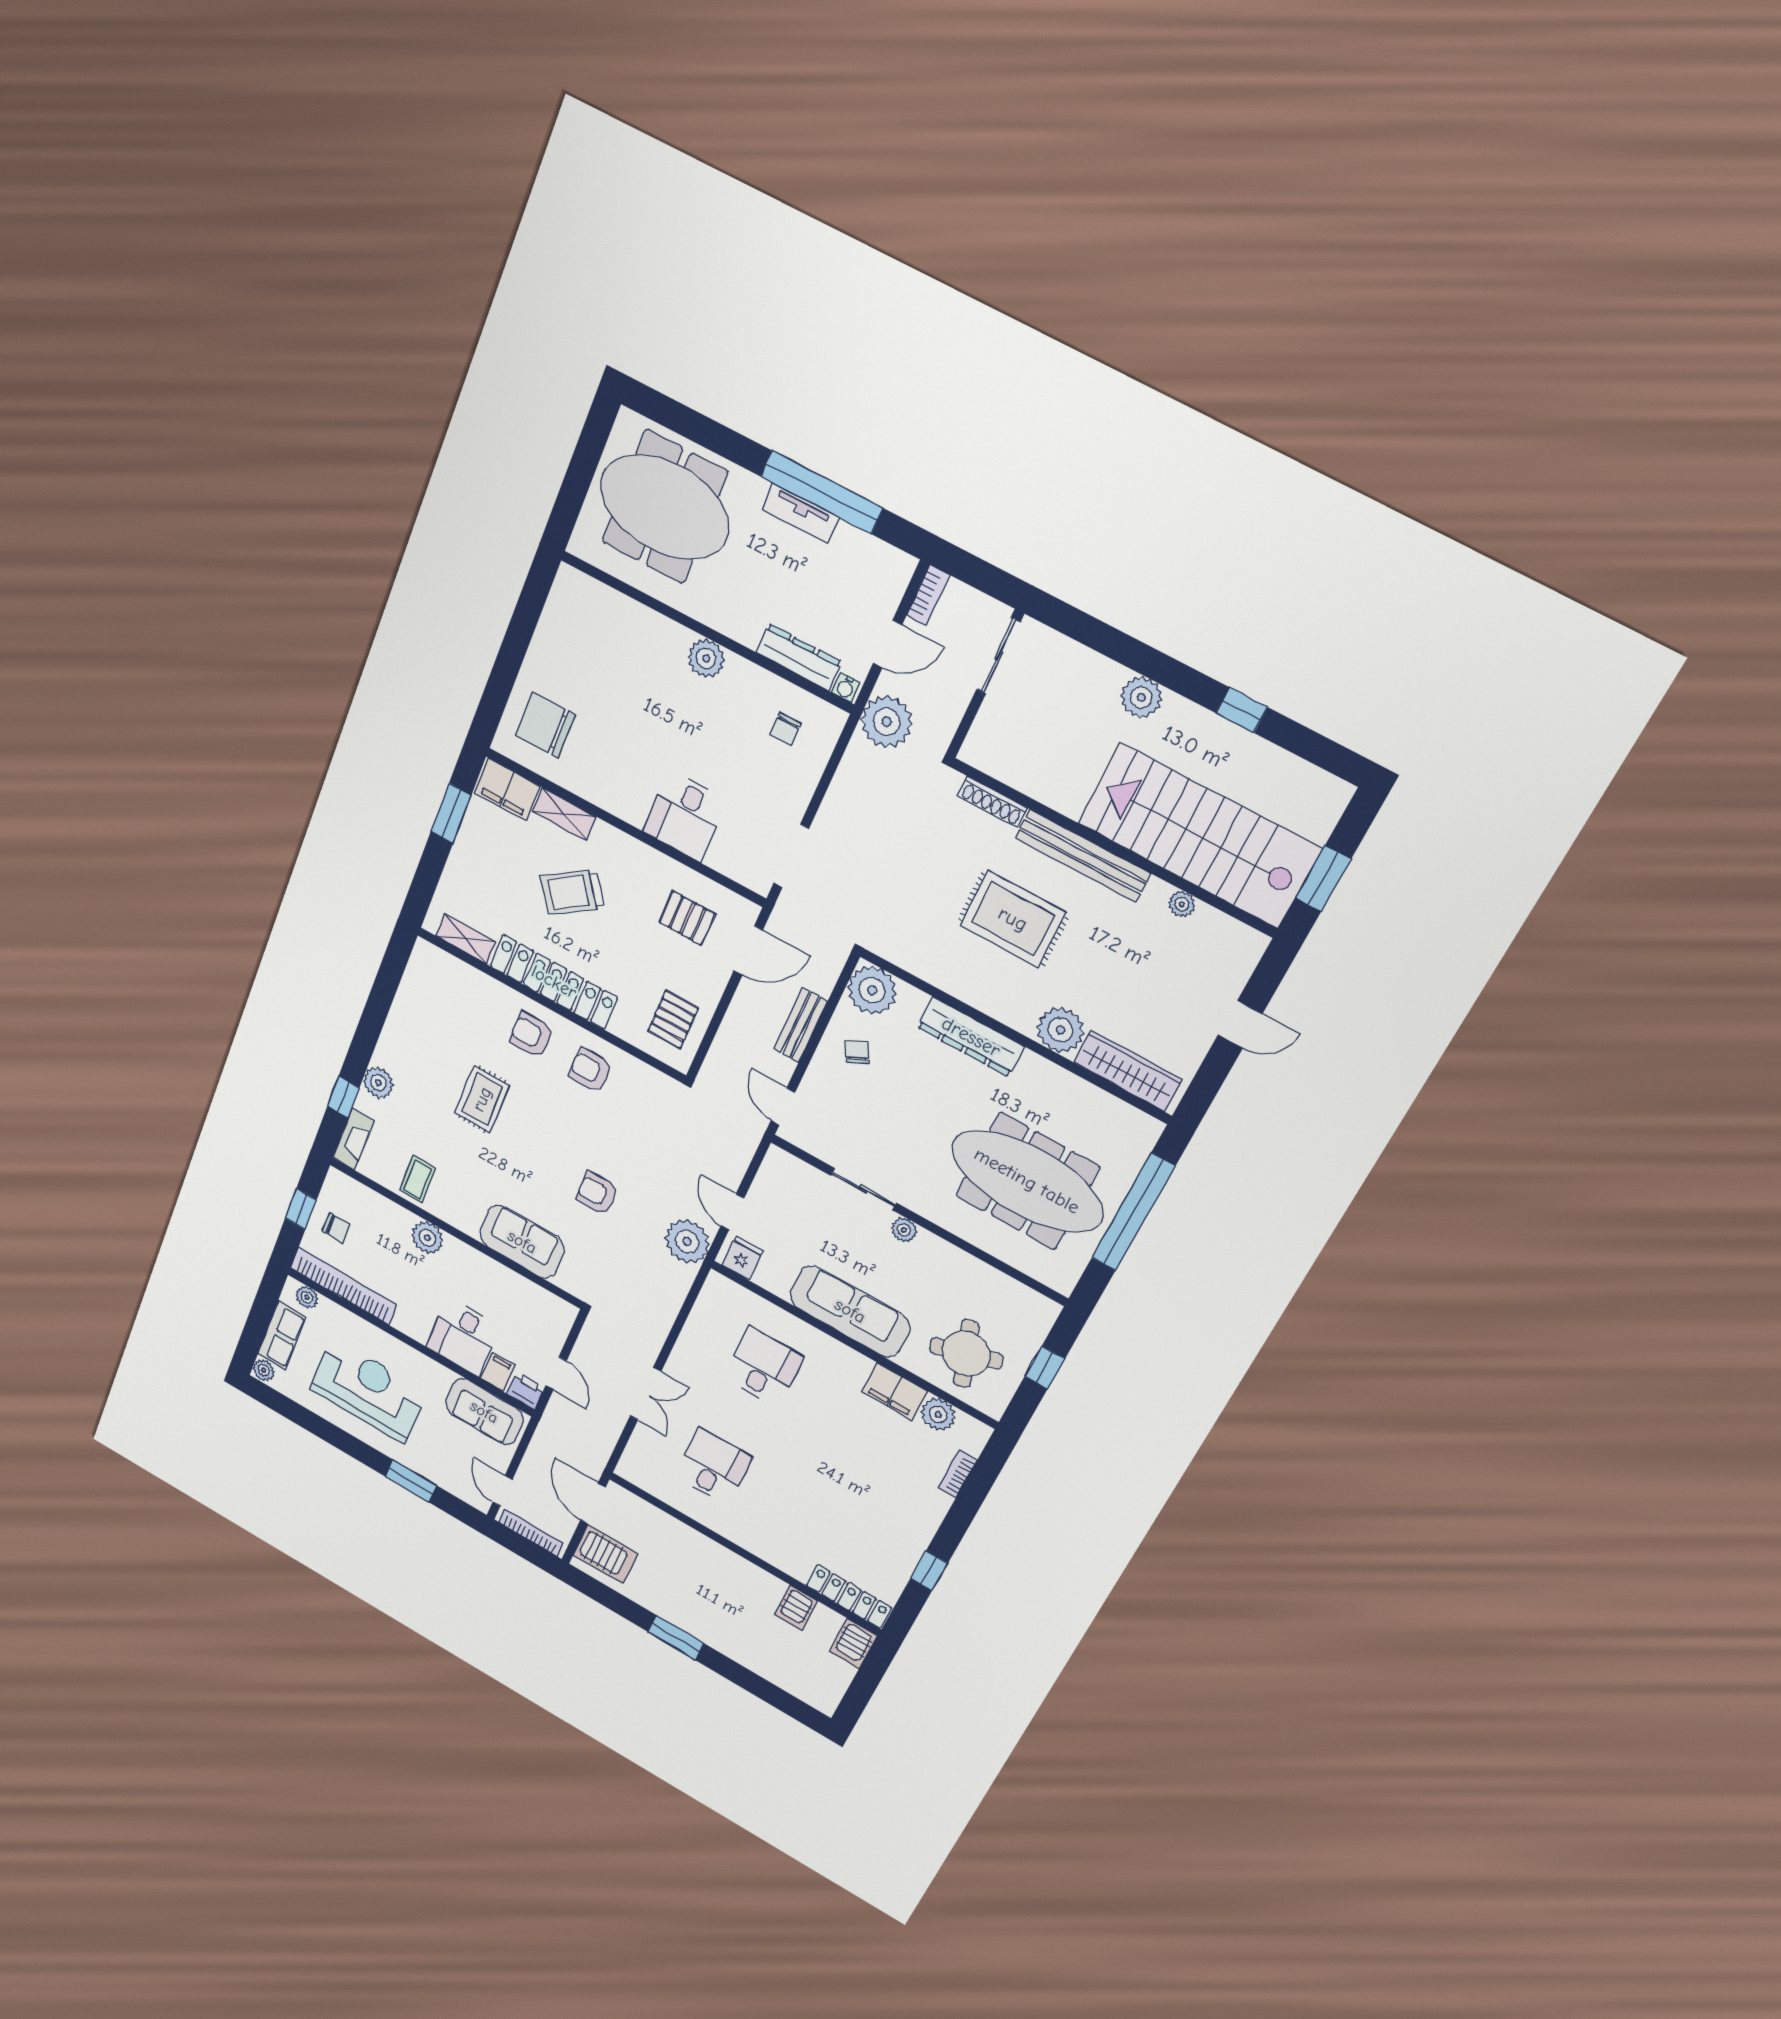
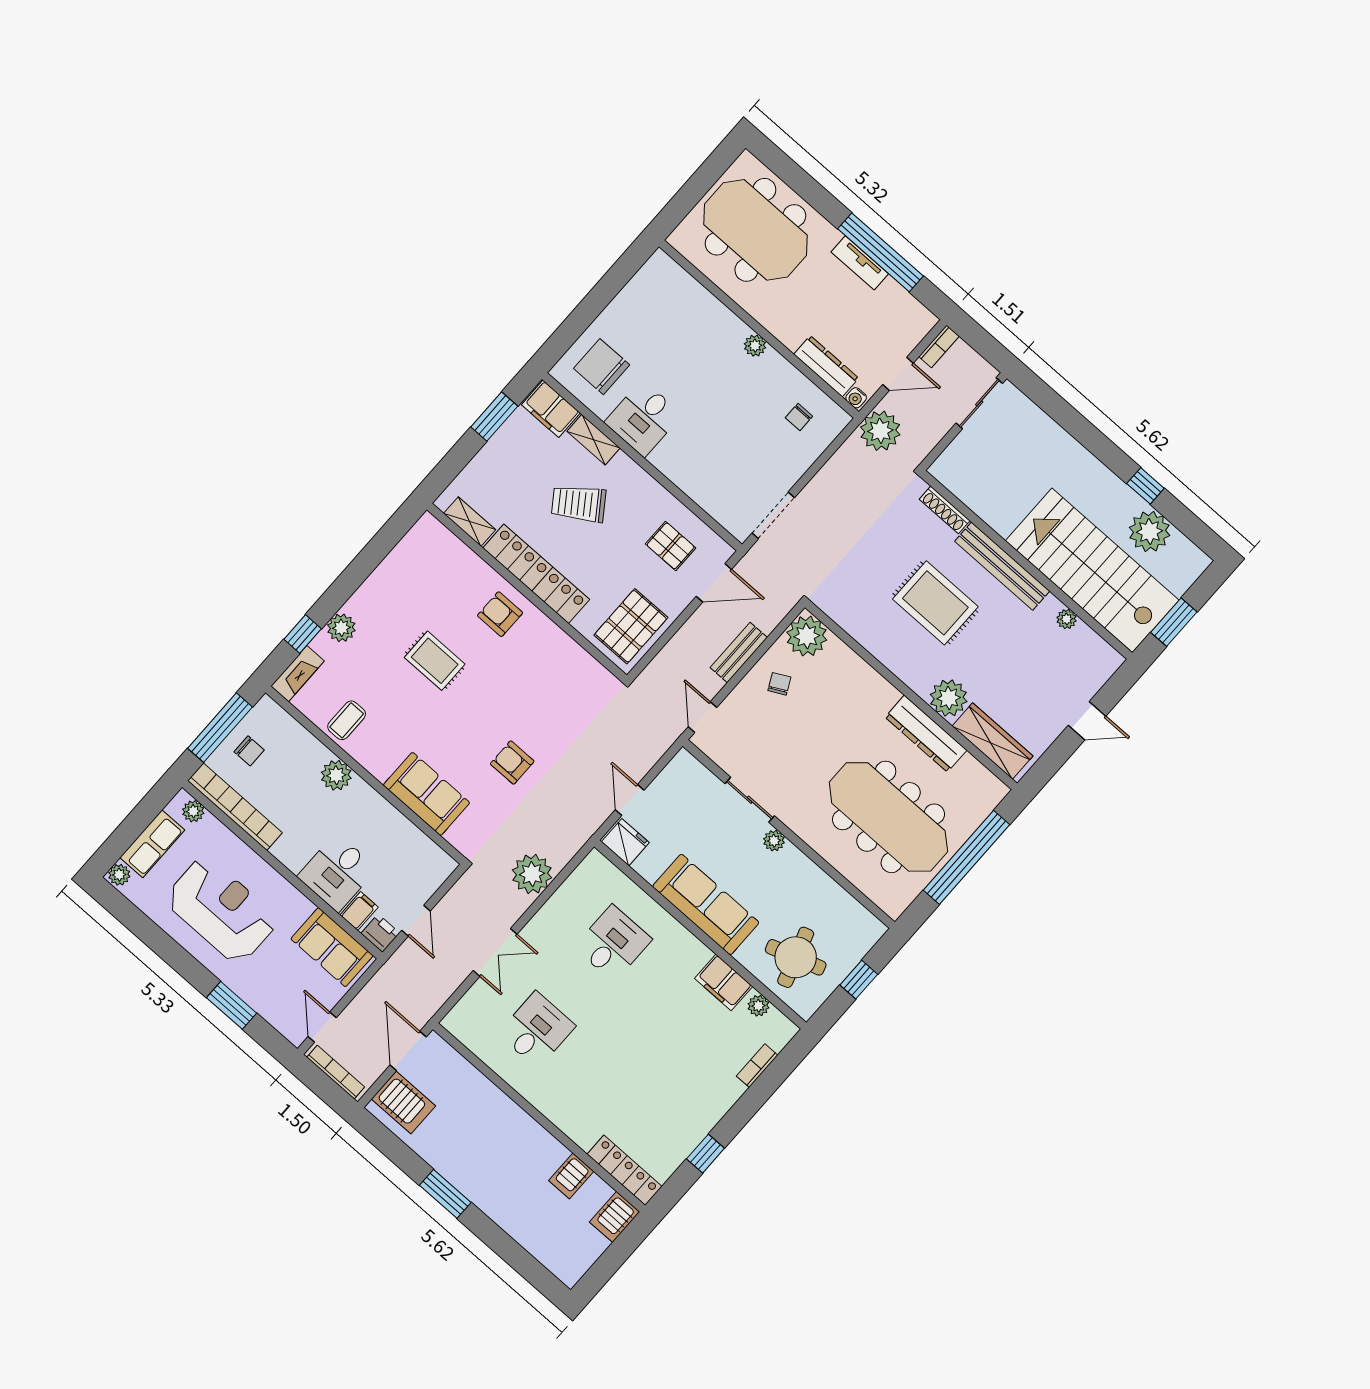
plant: (706, 658) -> (755, 346), width x0.73, depth x0.73
plant: (1141, 697) -> (1149, 531), moved, width x1.36, depth x1.36
desk: (685, 816) -> (643, 418), moved
pallet: (673, 1020) -> (631, 626), width x1.50, depth x1.42
dresser: (971, 1037) -> (926, 734), moved
armchair: (590, 1070) -> (543, 654), removed
rug: (482, 1099) -> (435, 661), turned 90
window: (301, 1209) -> (220, 728), width x2.17
plant: (687, 1241) -> (532, 874), moved
fridge: (742, 1258) -> (625, 842), width x1.38
plant: (938, 1415) -> (758, 1006), width x0.73, depth x0.73

